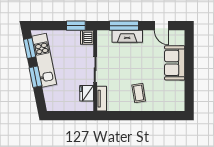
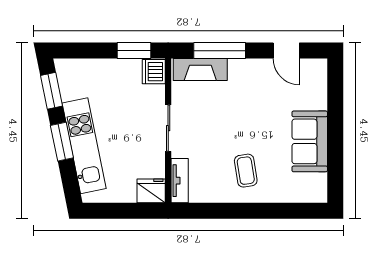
fireplace: (127, 36) -> (200, 69), moved
kitchen unit: (44, 60) -> (84, 146), moved
sofa: (175, 63) -> (310, 141), moved
fridge: (87, 93) -> (151, 191), moved, turned 90

